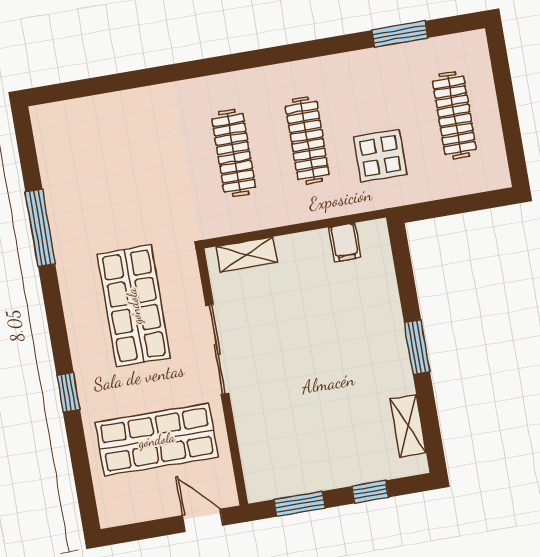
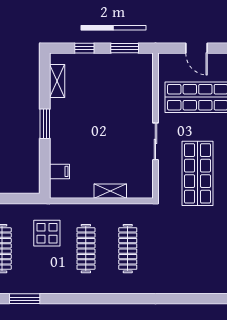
filing cabinet: (345, 242) -> (60, 171), moved, turned 90
shelving: (247, 254) -> (110, 191), moved
sliding door: (217, 349) -> (155, 141), width x0.73
door: (203, 520) -> (196, 48), moved

